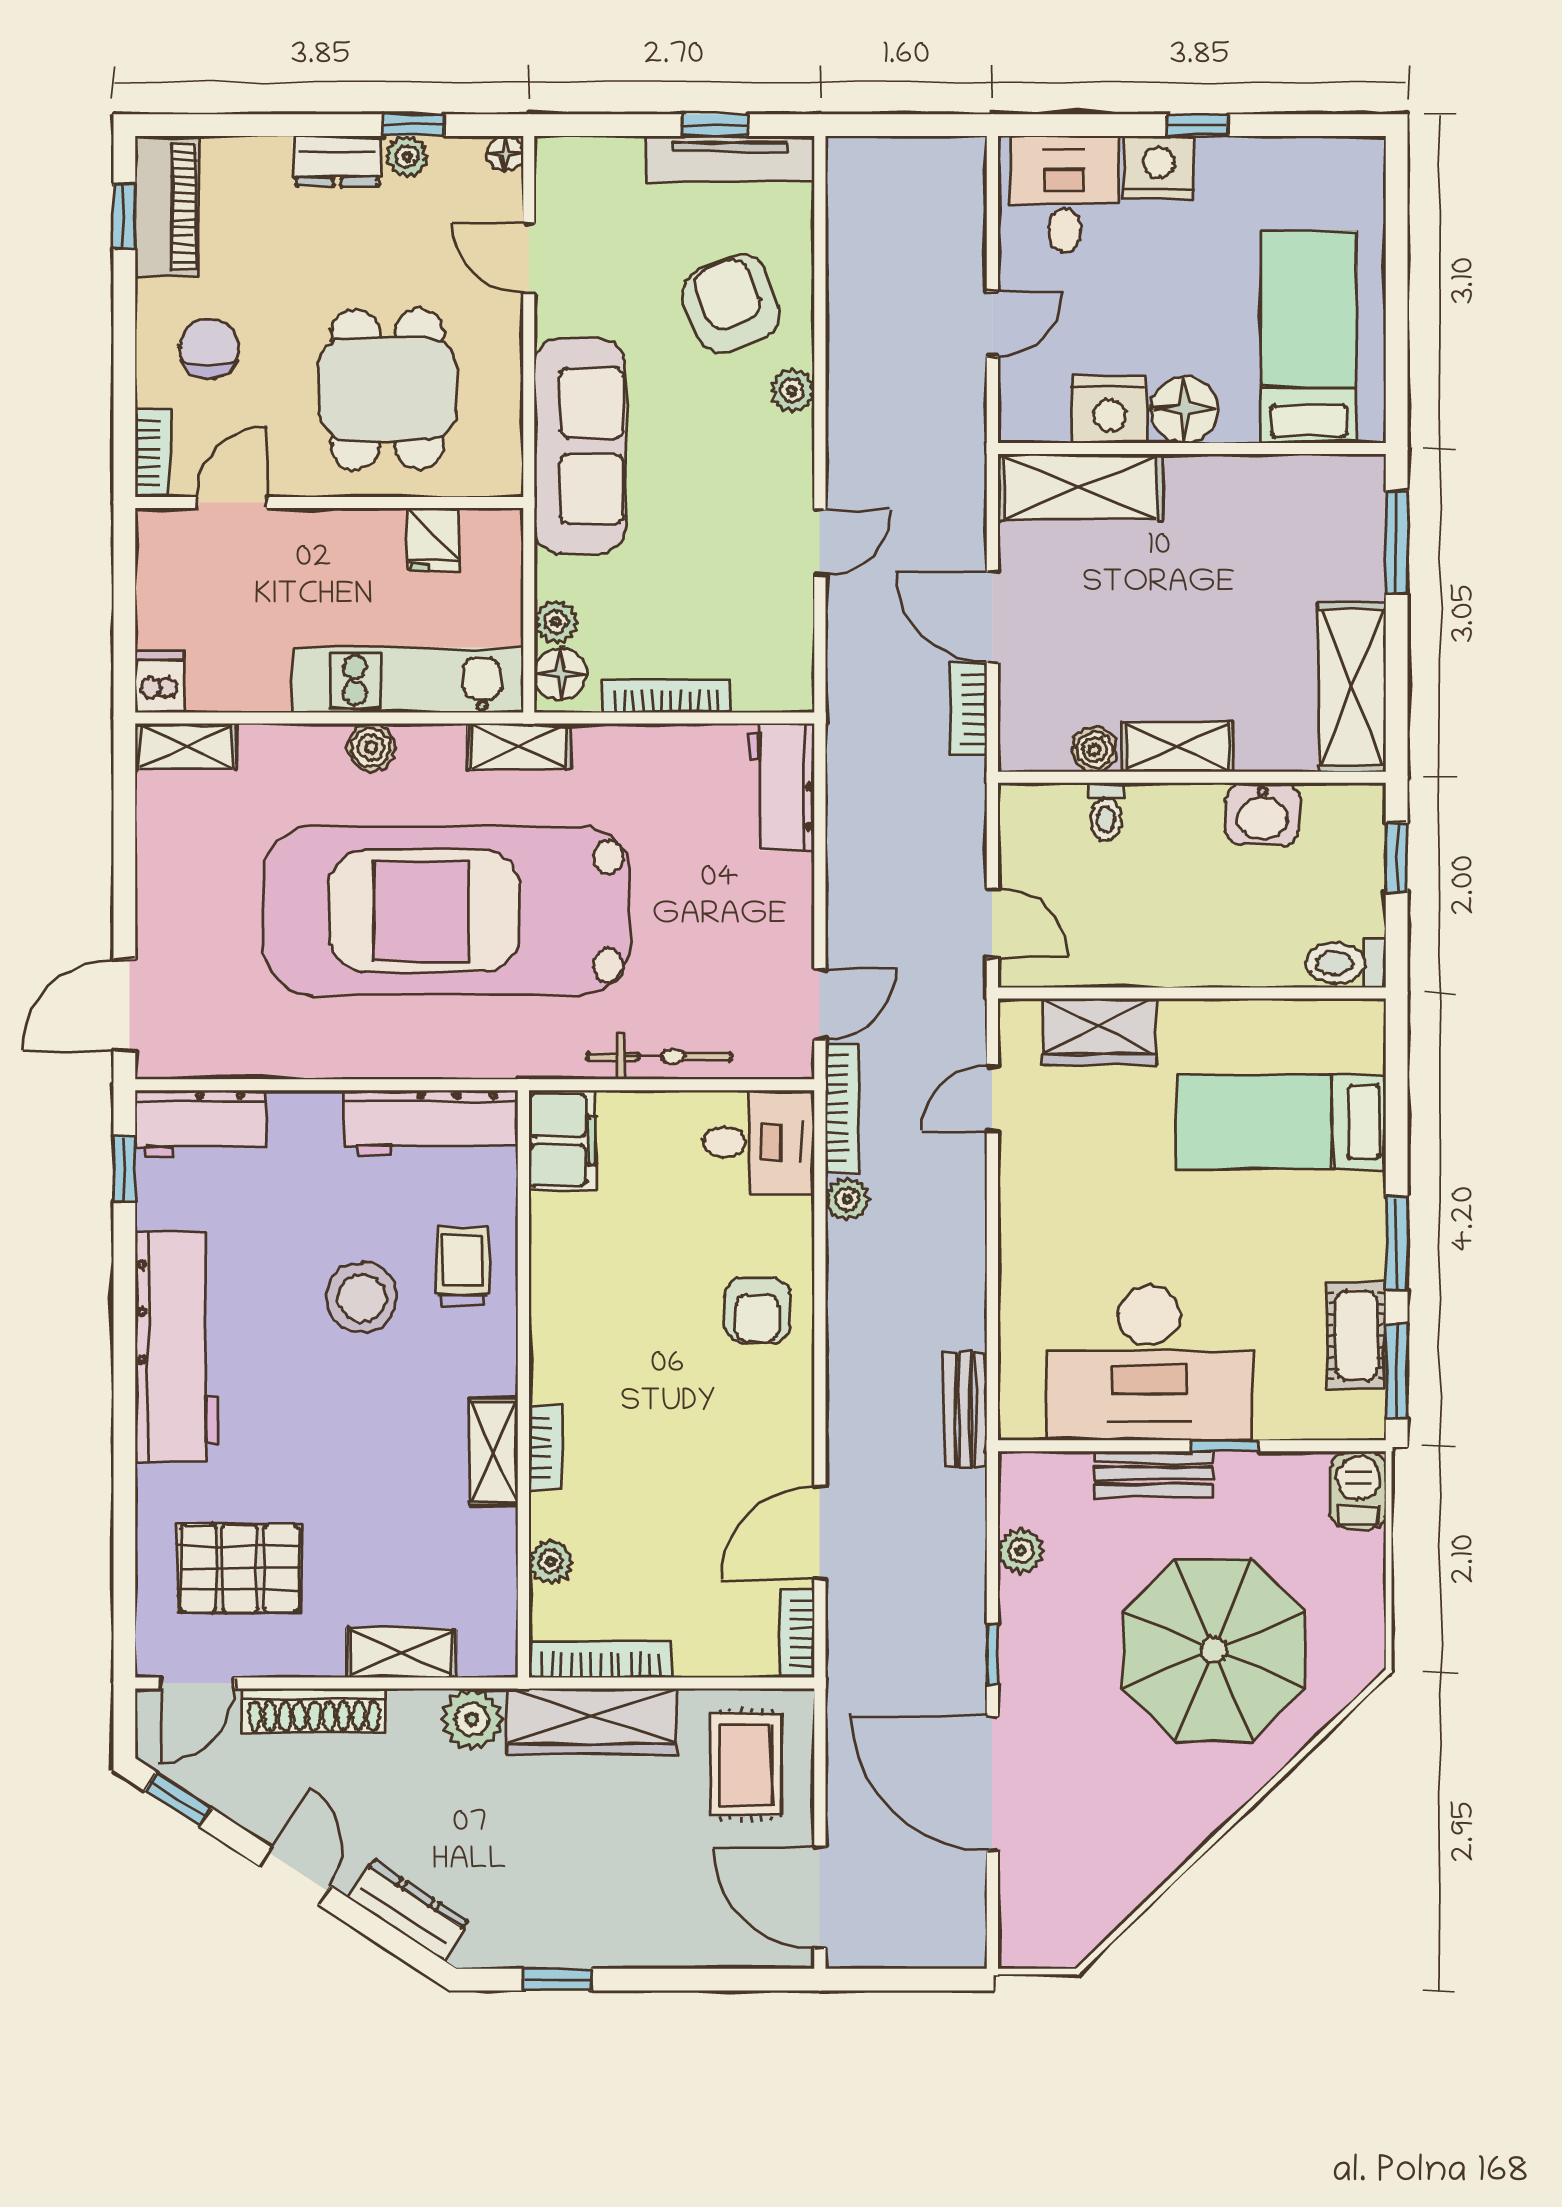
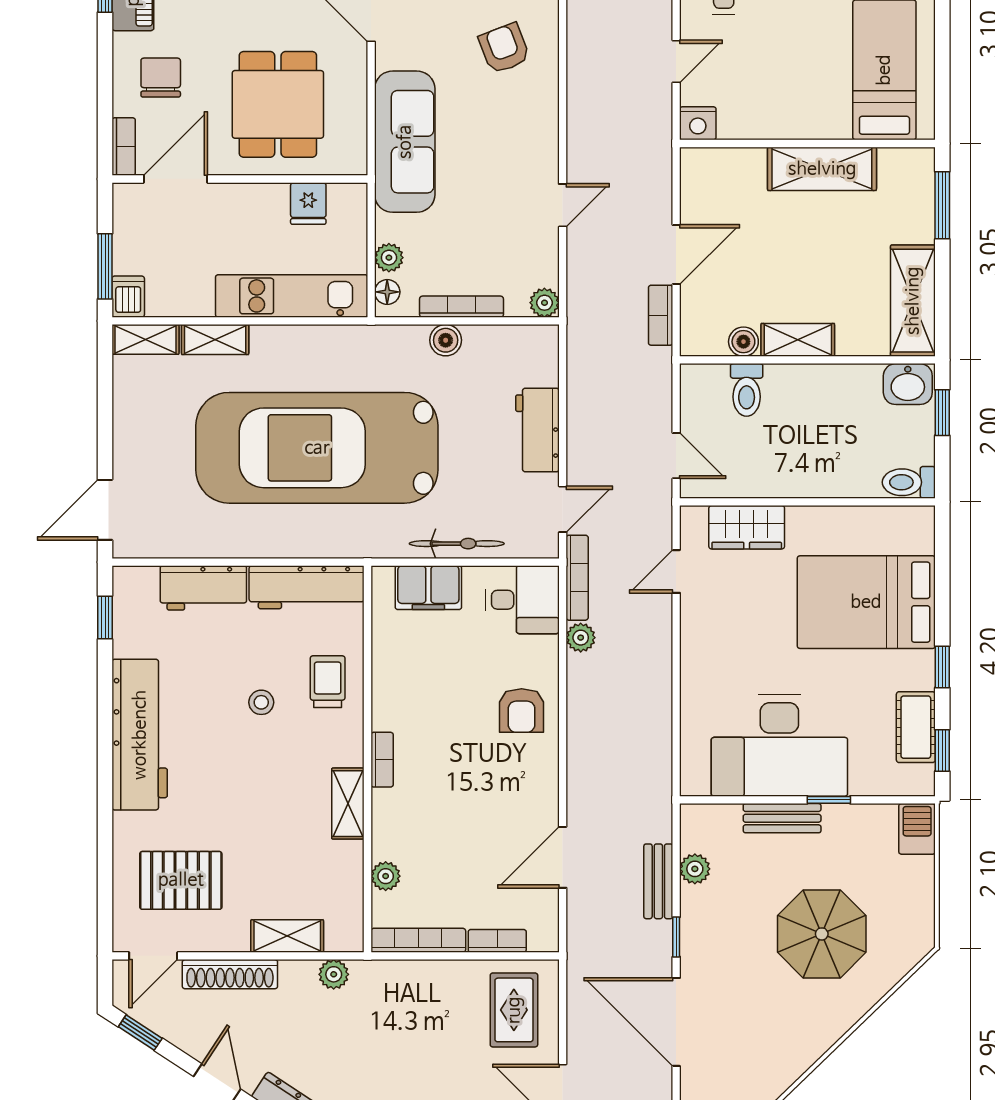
armchair: (731, 304) -> (504, 48), width x0.72, depth x0.72
plant: (792, 391) -> (544, 303), moved
nightstand: (1110, 410) -> (698, 123), moved, width x0.74, depth x0.75
floor lamp: (1185, 410) -> (803, 118), removed
shelving: (1080, 487) -> (822, 169), moved
door: (232, 502) -> (176, 179), width x1.38
door: (992, 617) -> (676, 255), swing flipped
window: (124, 635) -> (105, 266), added
floor lamp: (560, 674) -> (387, 292), width x0.73, depth x0.73
shelving: (519, 746) -> (215, 340), moved
boiler: (371, 747) -> (446, 340), moved
workbench: (782, 787) -> (537, 430), moved
toilet: (1106, 812) -> (747, 390), width x1.37, depth x1.39
washbasin: (1262, 814) -> (908, 384), moved
bed: (1281, 1122) -> (866, 602), width x1.50
workbench: (201, 1124) -> (203, 588), moved
filing cabinet: (562, 1140) -> (428, 588), moved, turned 90
window: (1397, 1244) -> (942, 667), width x0.67
stool: (362, 1298) -> (261, 702), width x0.53, depth x0.53
window: (1397, 1371) -> (942, 750), width x0.67
bench: (965, 1409) -> (658, 881), moved
bookcase: (545, 1448) -> (382, 760), moved
bookcase: (797, 1634) -> (497, 941), moved, turned 90
parasol: (1214, 1650) -> (822, 934), width x0.73, depth x0.73
plant: (472, 1719) -> (334, 974), width x0.73, depth x0.73
wardrobe: (592, 1721) -> (413, 981), removed

